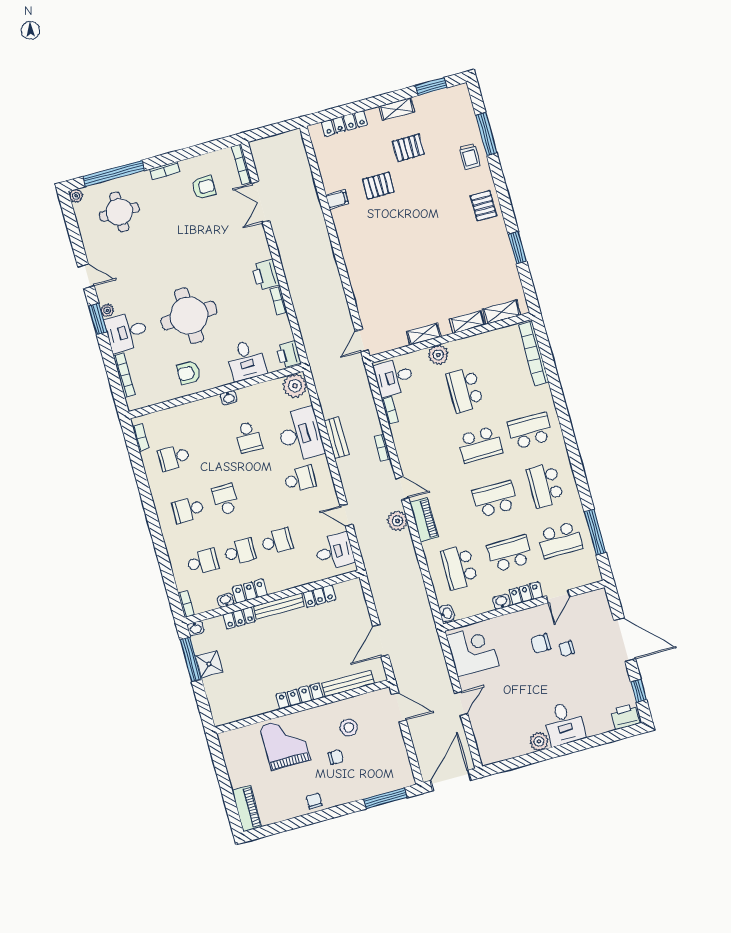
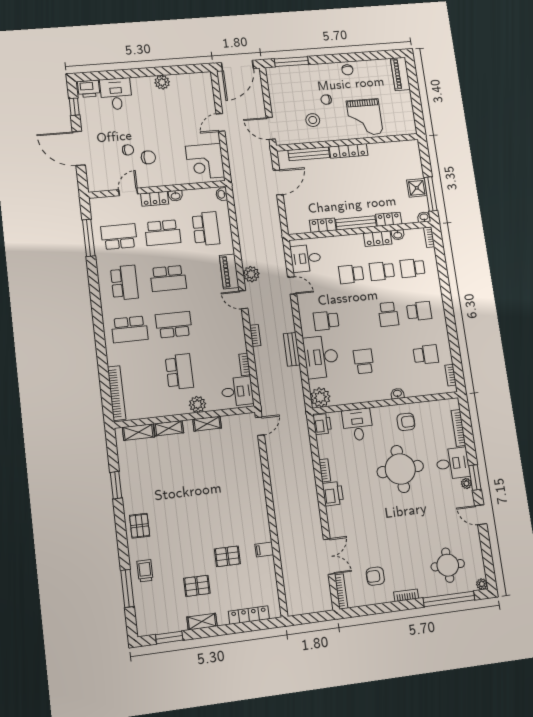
washbasin: (229, 398) -> (397, 394), moved
desk: (564, 724) -> (116, 94), moved

